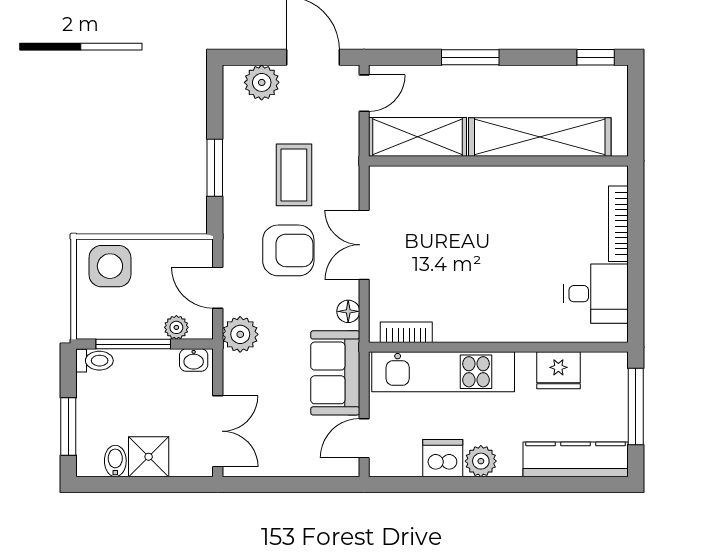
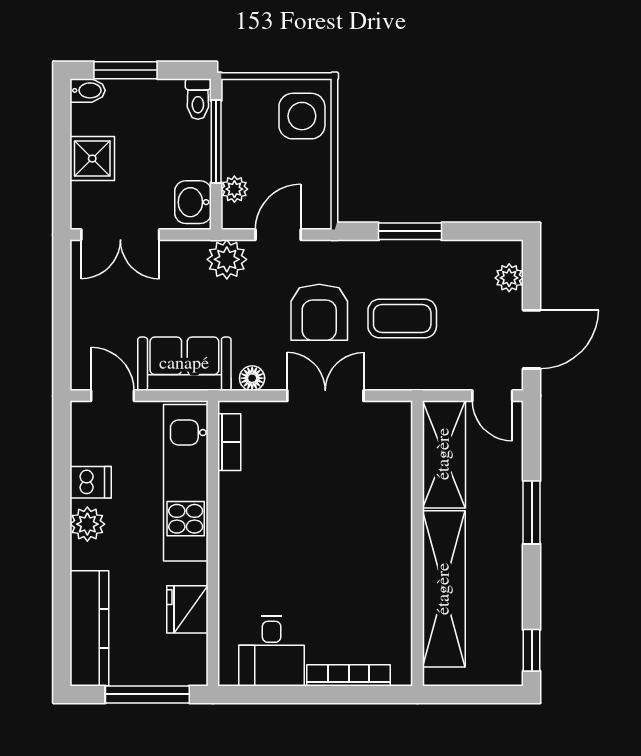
plant: (262, 82) -> (509, 278), width x0.73, depth x0.73
washbasin: (194, 360) -> (193, 202), width x1.38, depth x1.45
dishwasher: (443, 458) -> (91, 482), width x0.73
bidet: (115, 461) -> (88, 90), moved

